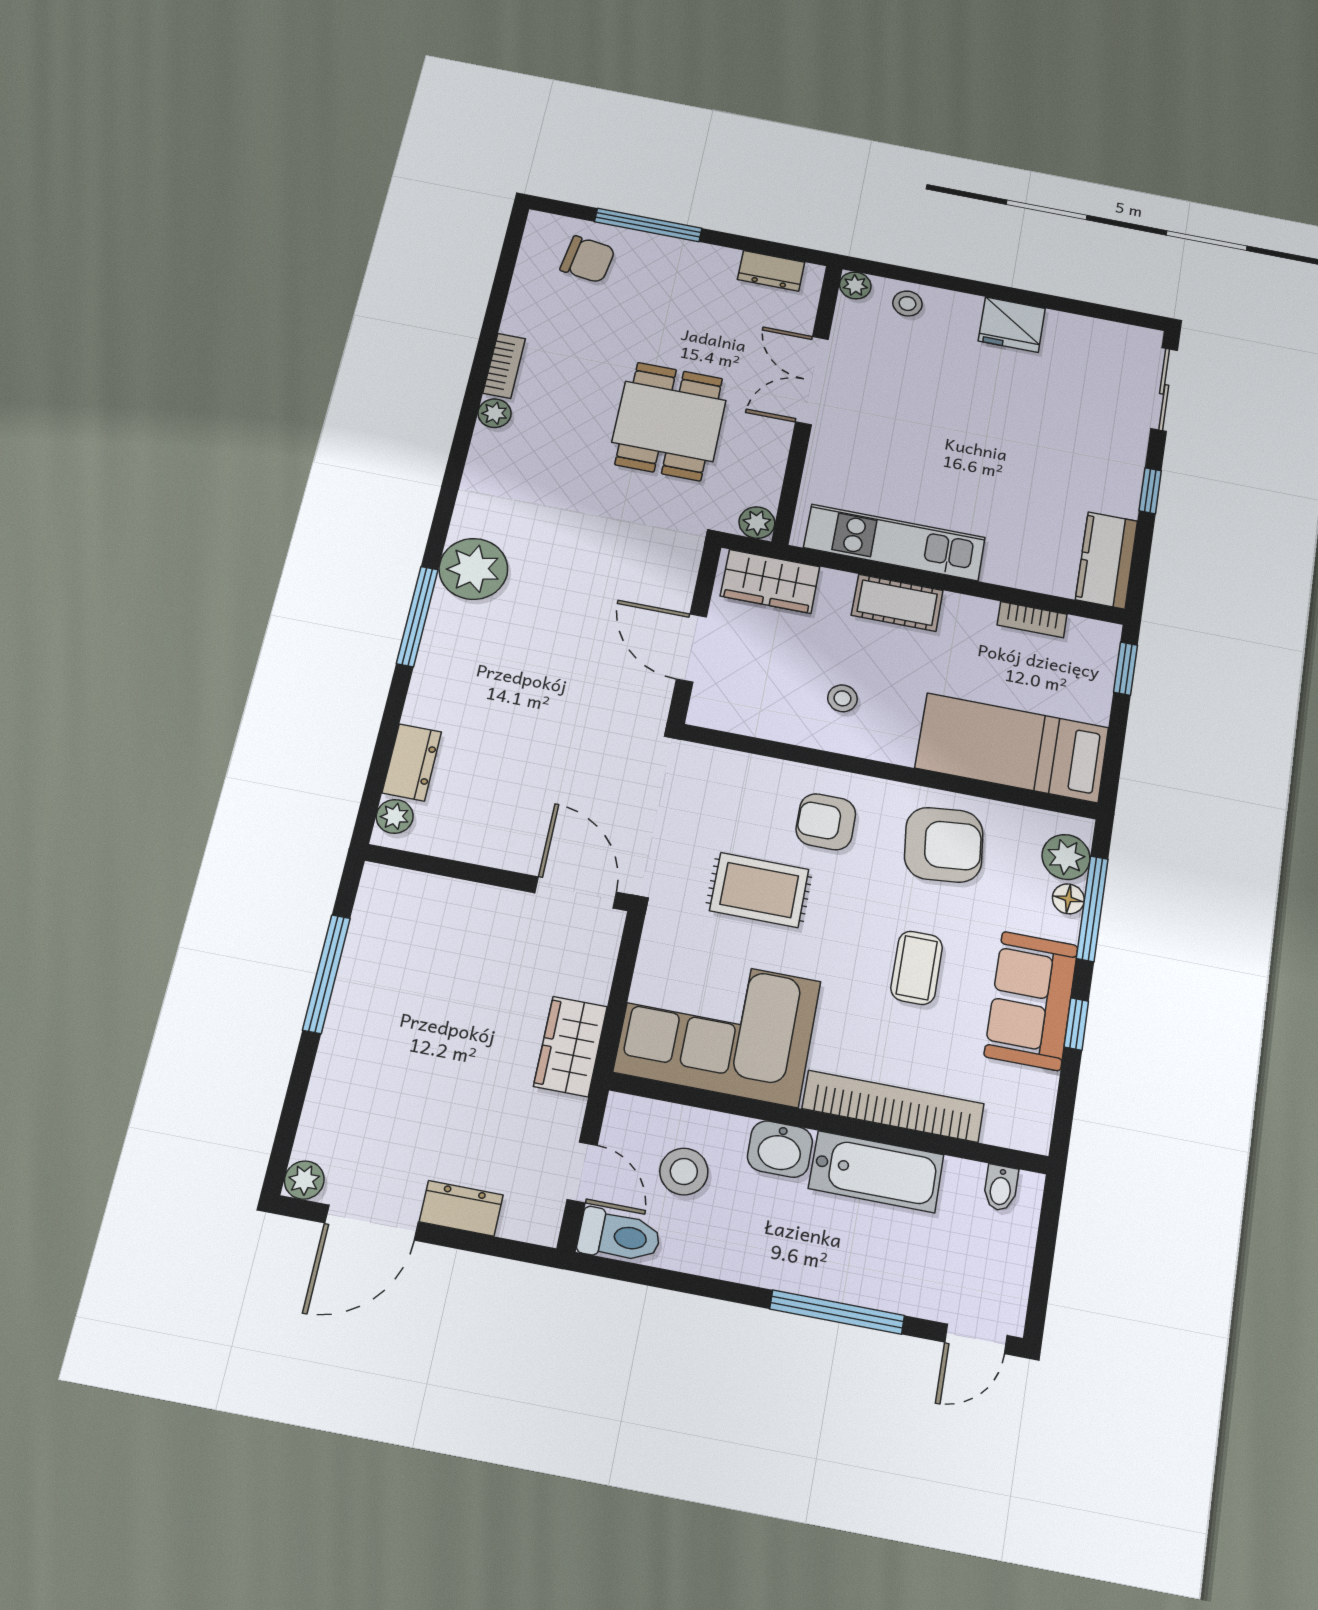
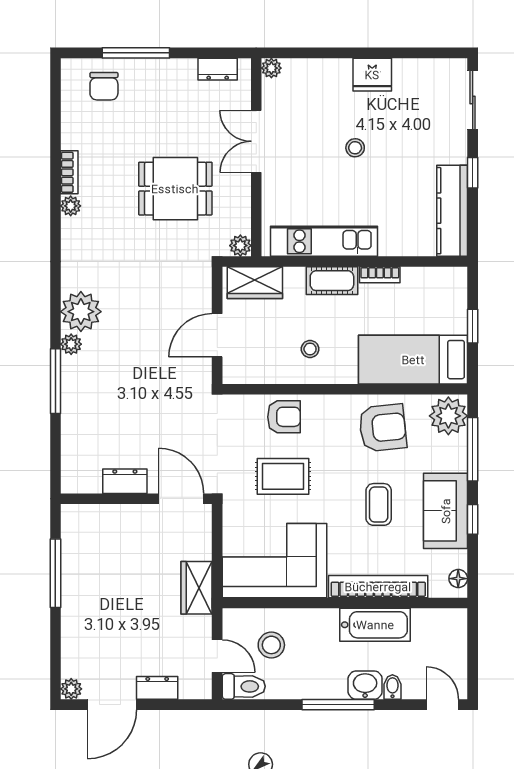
chair: (588, 259) -> (104, 86), turned 82
stool: (907, 304) -> (355, 148), moved
dining table: (669, 421) -> (175, 189), turned 90
kitchen counter: (1106, 560) -> (452, 211), width x1.50
window: (417, 616) -> (55, 381), moved
bookcase: (1032, 620) -> (380, 275), moved
door: (692, 648) -> (217, 335), hinge flipped
window: (1125, 669) -> (473, 326), moved
dresser: (412, 762) -> (125, 481), moved, turned -90
plant: (395, 816) -> (71, 344), moved
armchair: (826, 822) -> (284, 417), moved, turned 180
plant: (1066, 857) -> (448, 416), width x1.36, depth x1.36
floor lamp: (1068, 899) -> (458, 579), moved
washbasin: (780, 1149) -> (365, 685), moved, turned 180
bidet: (1001, 1188) -> (392, 687), moved, turned 180
window: (837, 1312) -> (338, 705), moved
door: (976, 1339) -> (442, 705), swing flipped

